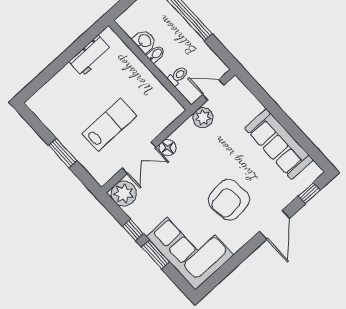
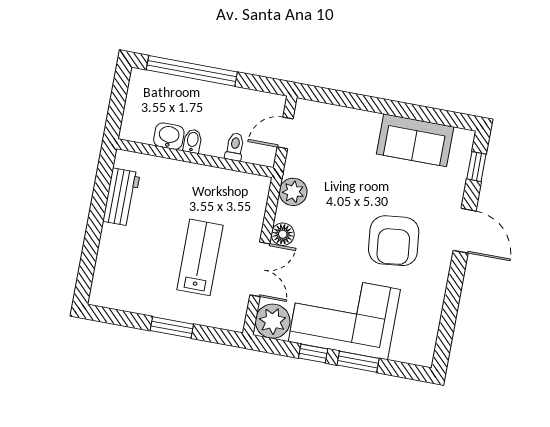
plant: (203, 118) -> (293, 192), moved
sofa: (279, 144) -> (415, 140), width x0.73
corner sofa: (190, 246) -> (344, 315), moved

